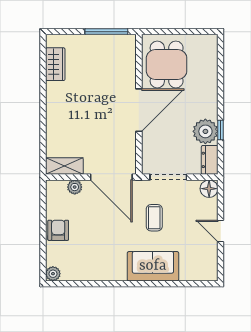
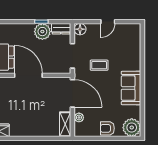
door: (111, 177) -> (72, 93), hinge flipped
sofa: (153, 266) -> (131, 88), moved
plant: (53, 274) -> (132, 128), width x1.88, depth x1.88

